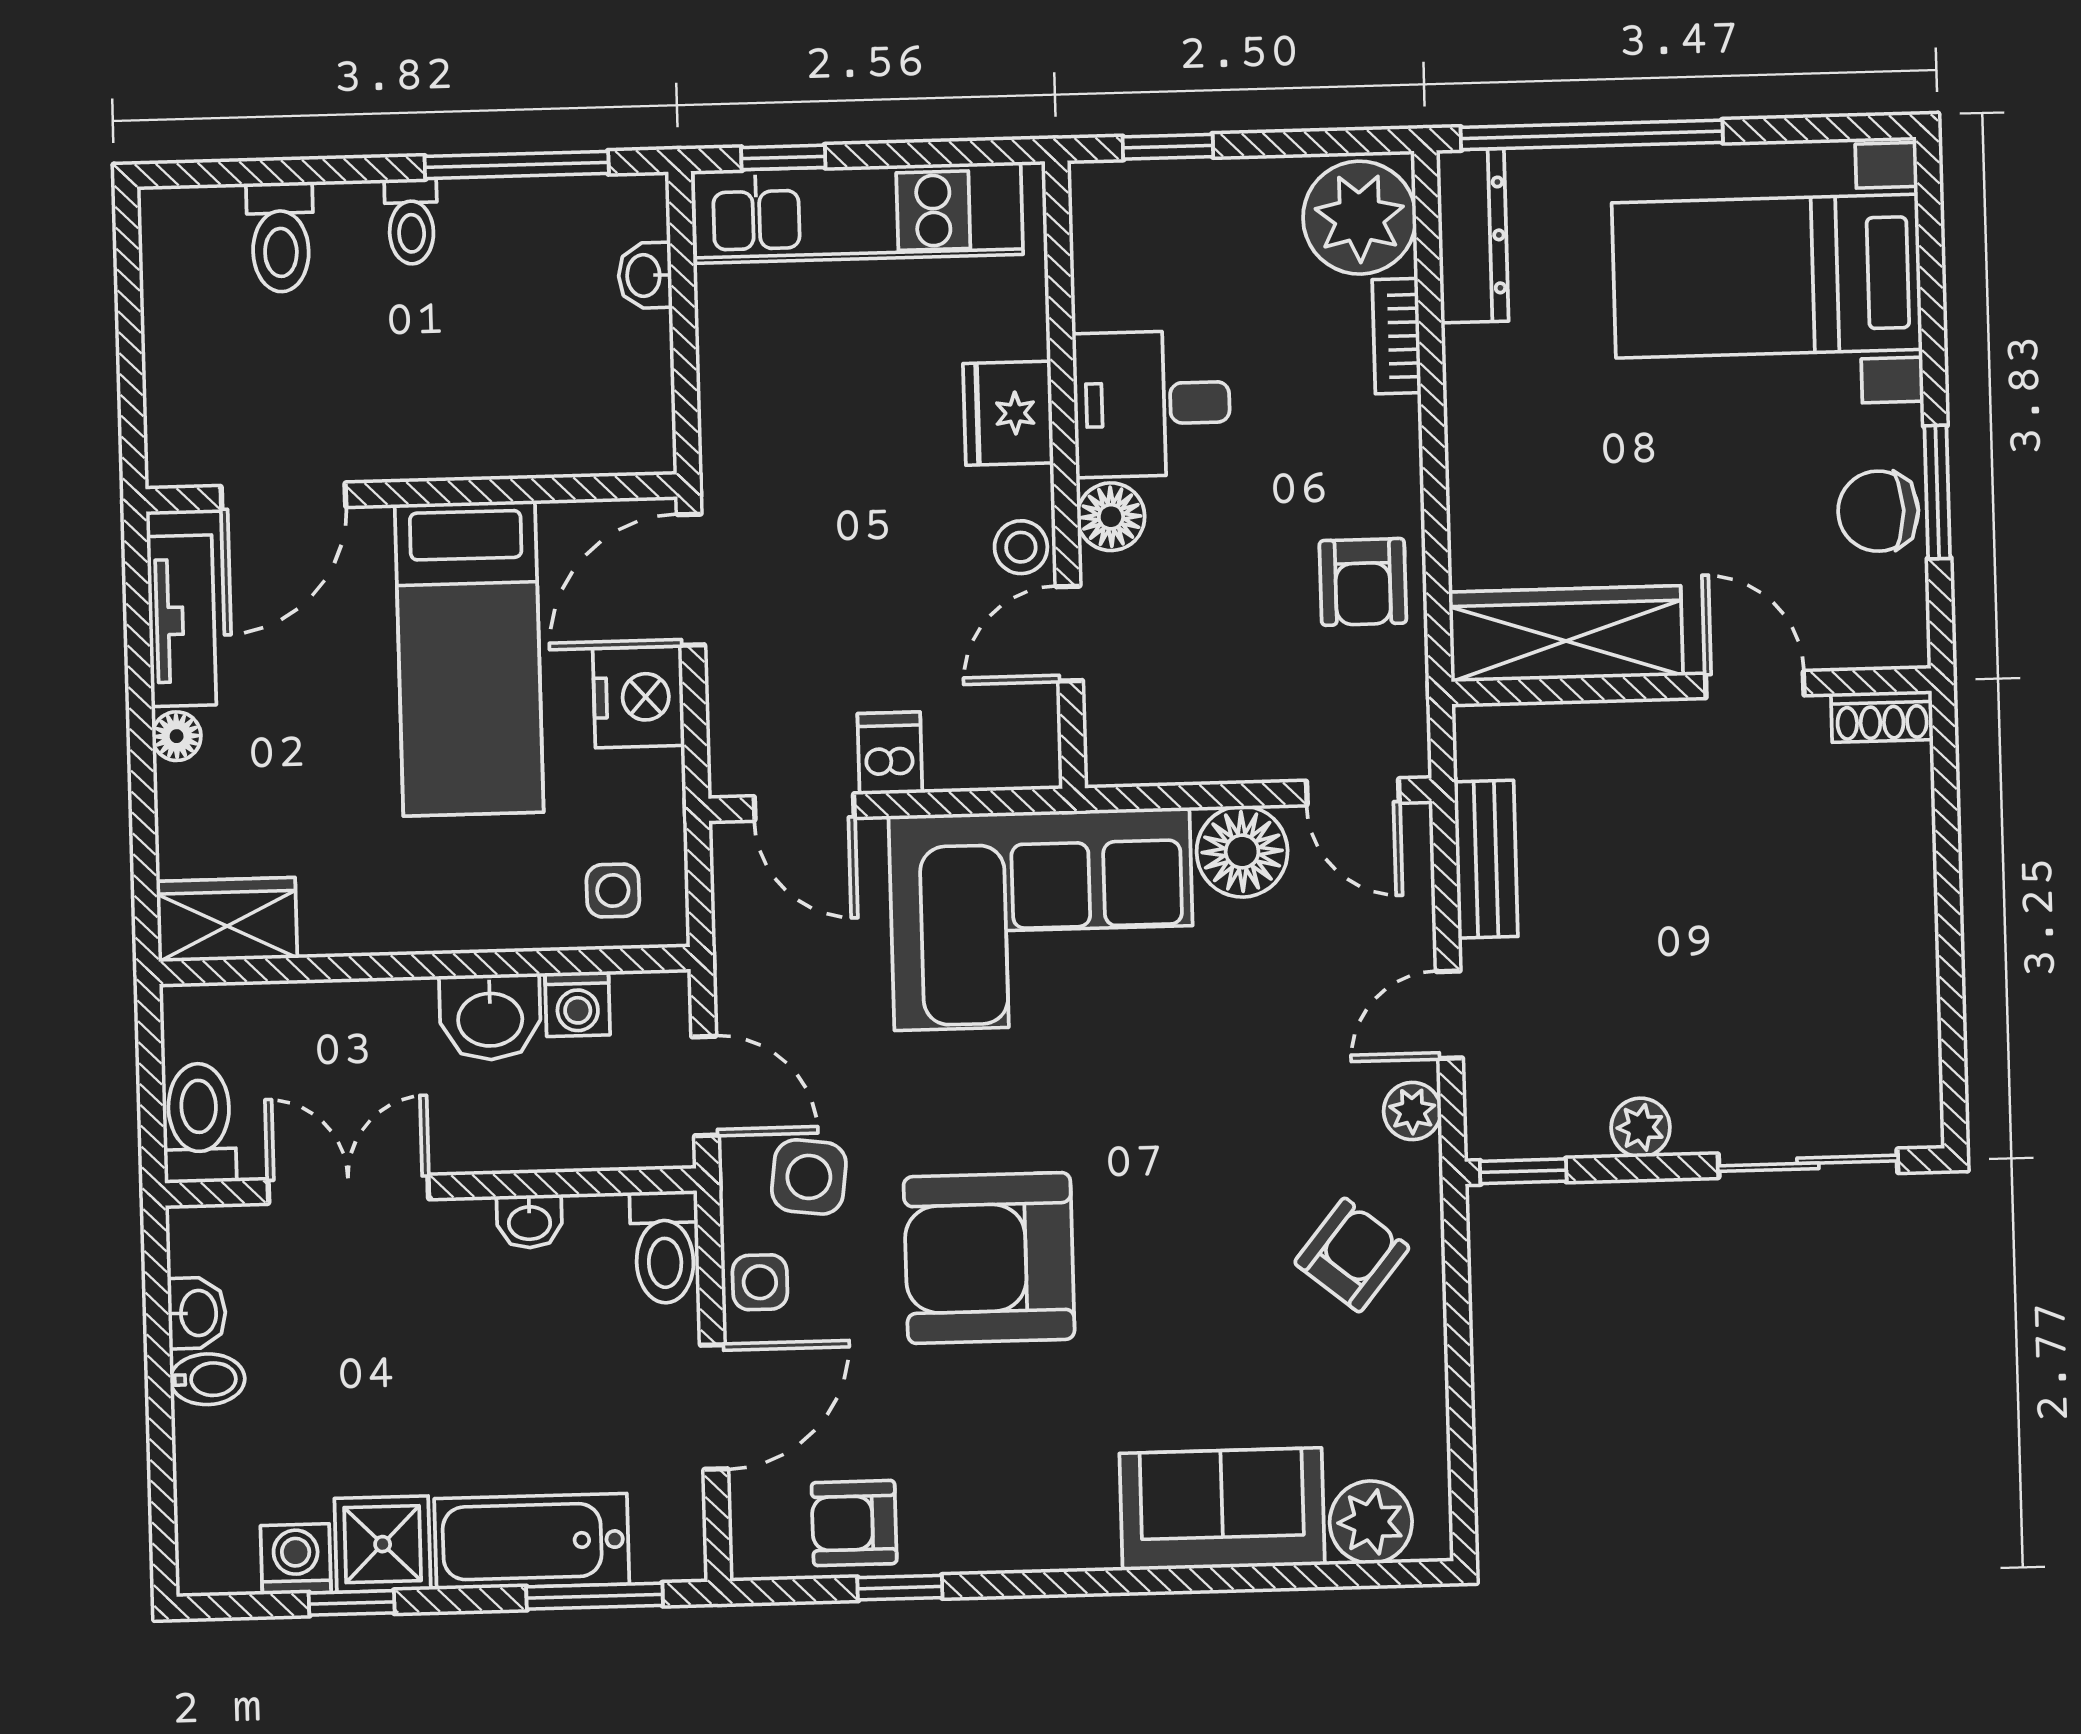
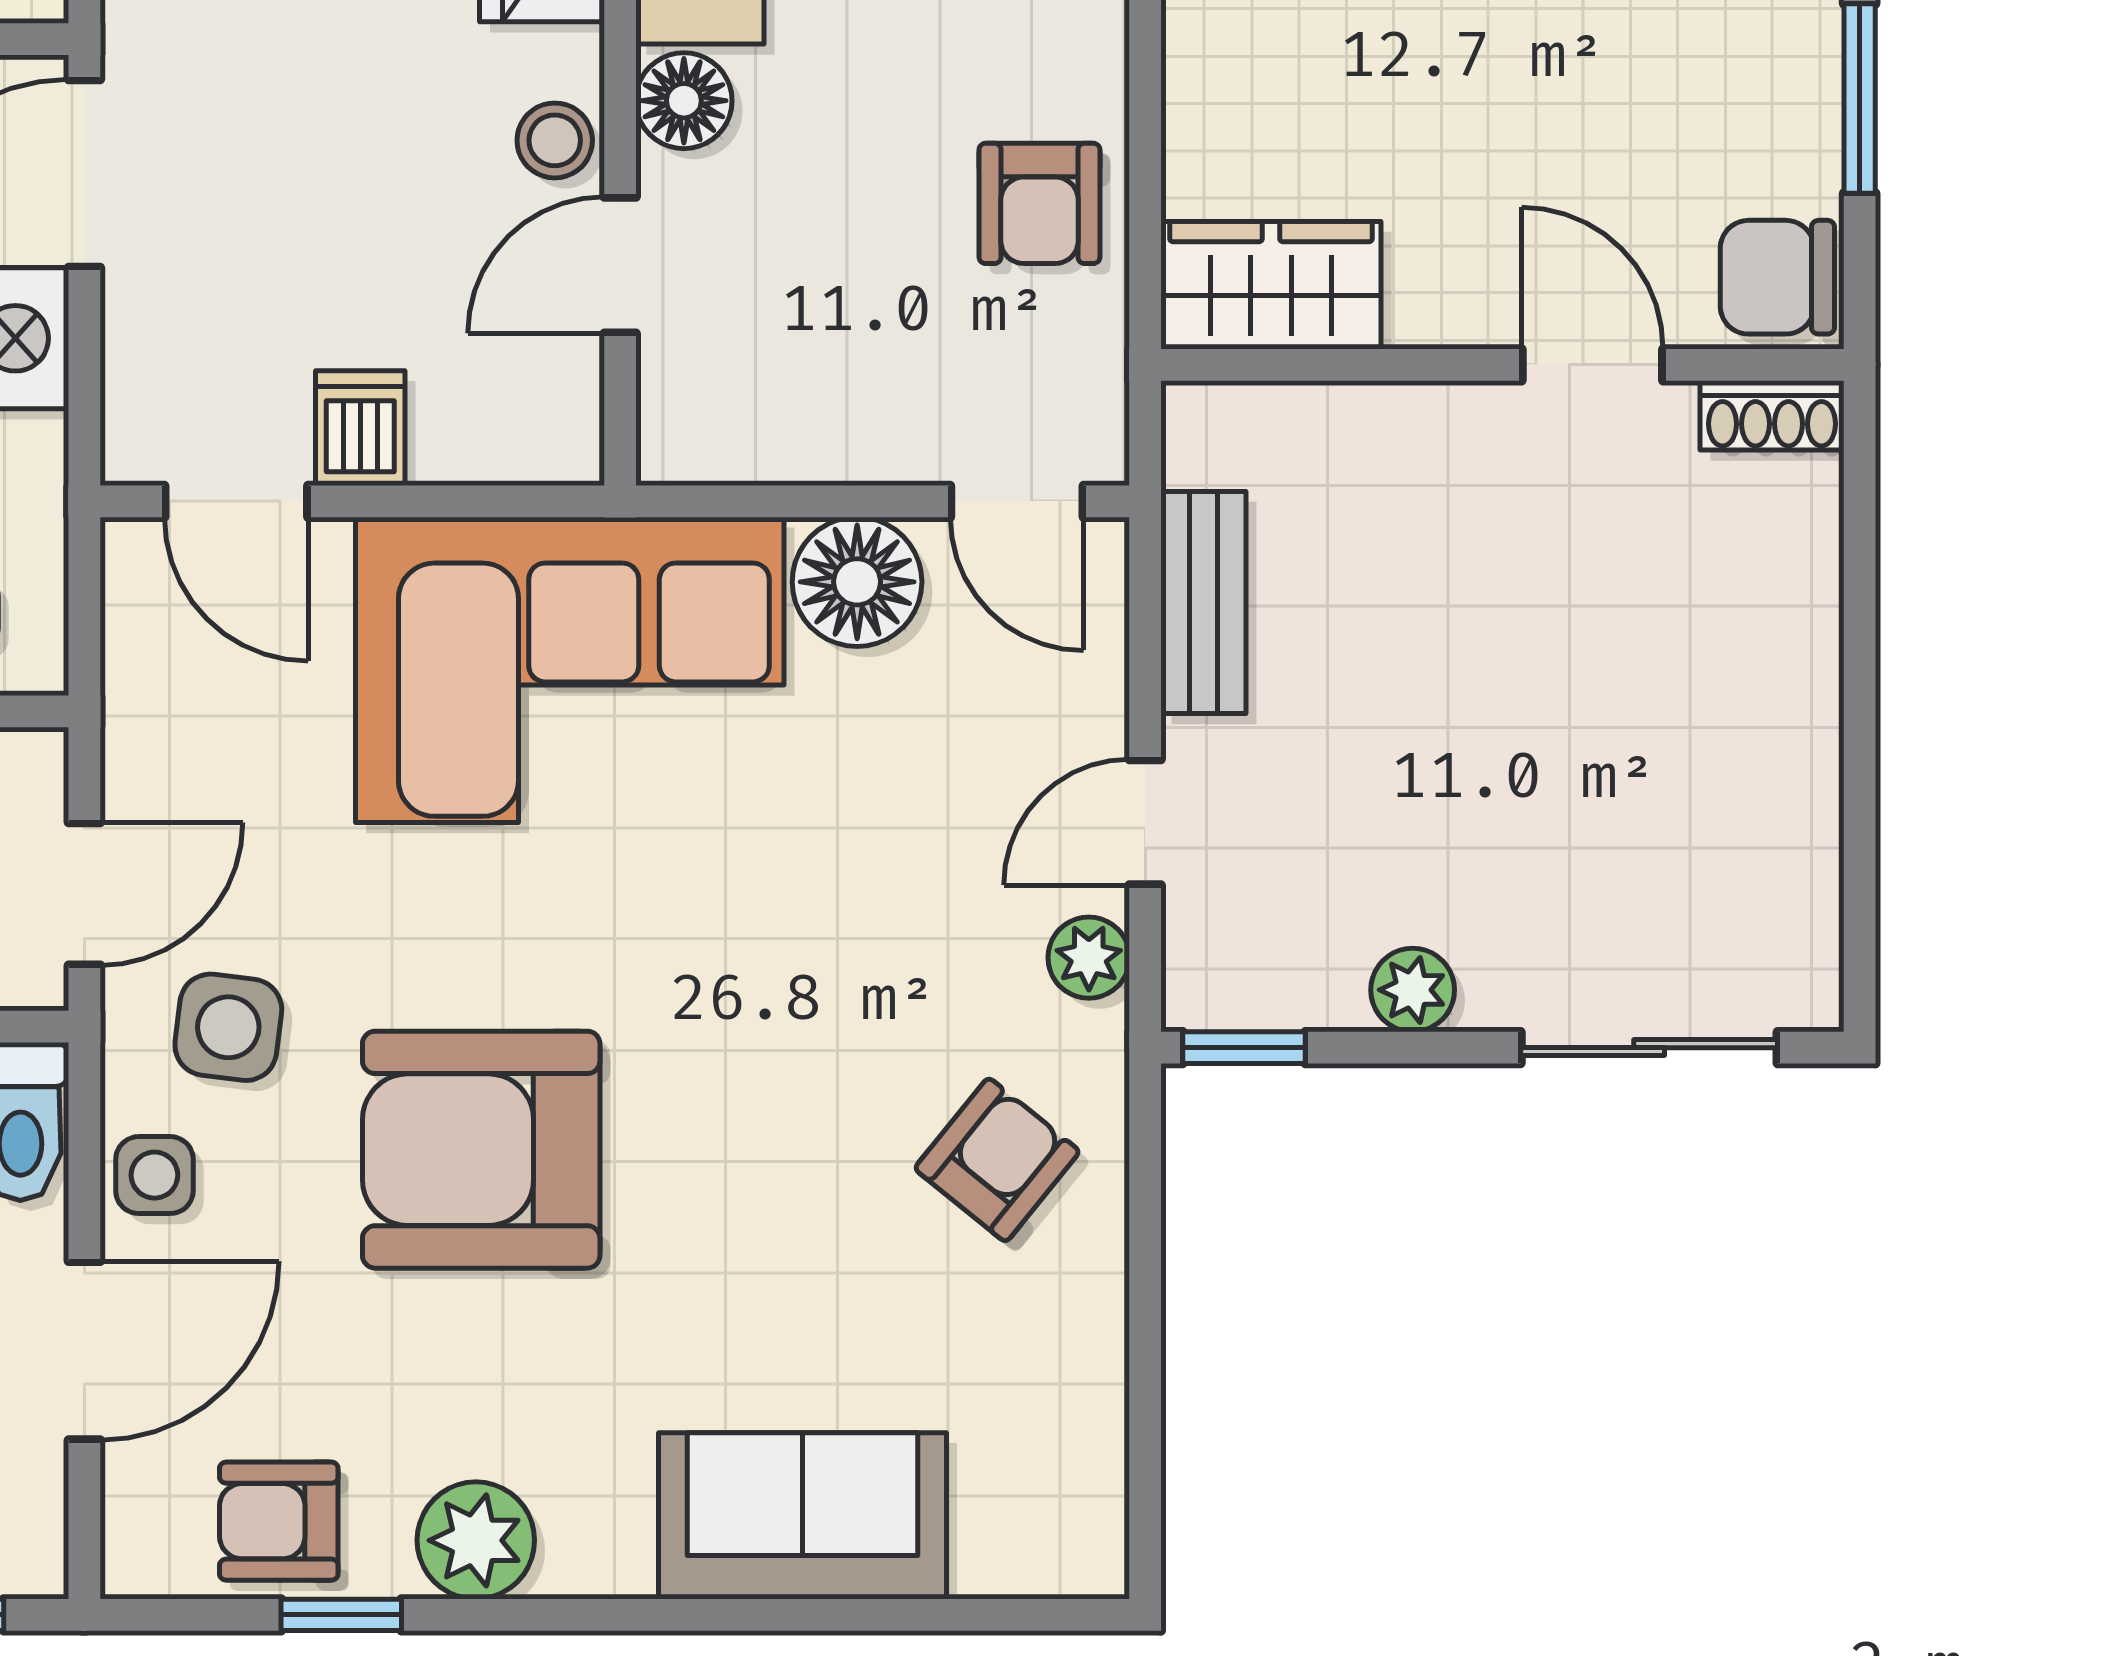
chair: (1878, 511) -> (1777, 277), moved
wardrobe: (1566, 634) -> (1271, 285), width x0.67
door: (705, 1086) -> (84, 894), hinge flipped
plant: (1371, 1522) -> (476, 1540), moved

